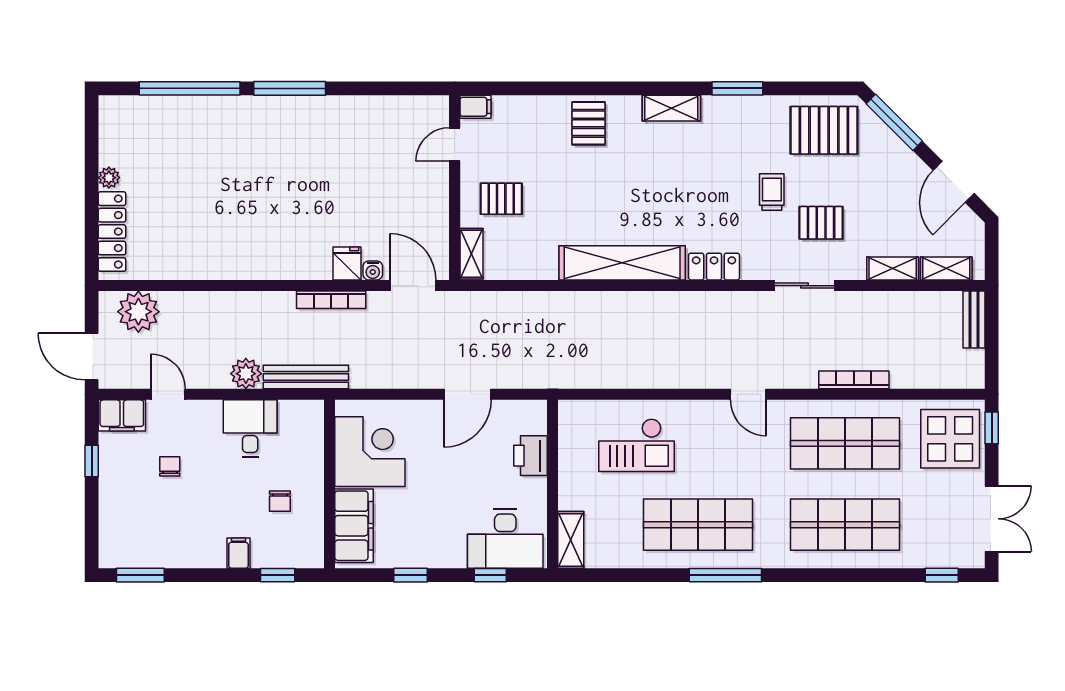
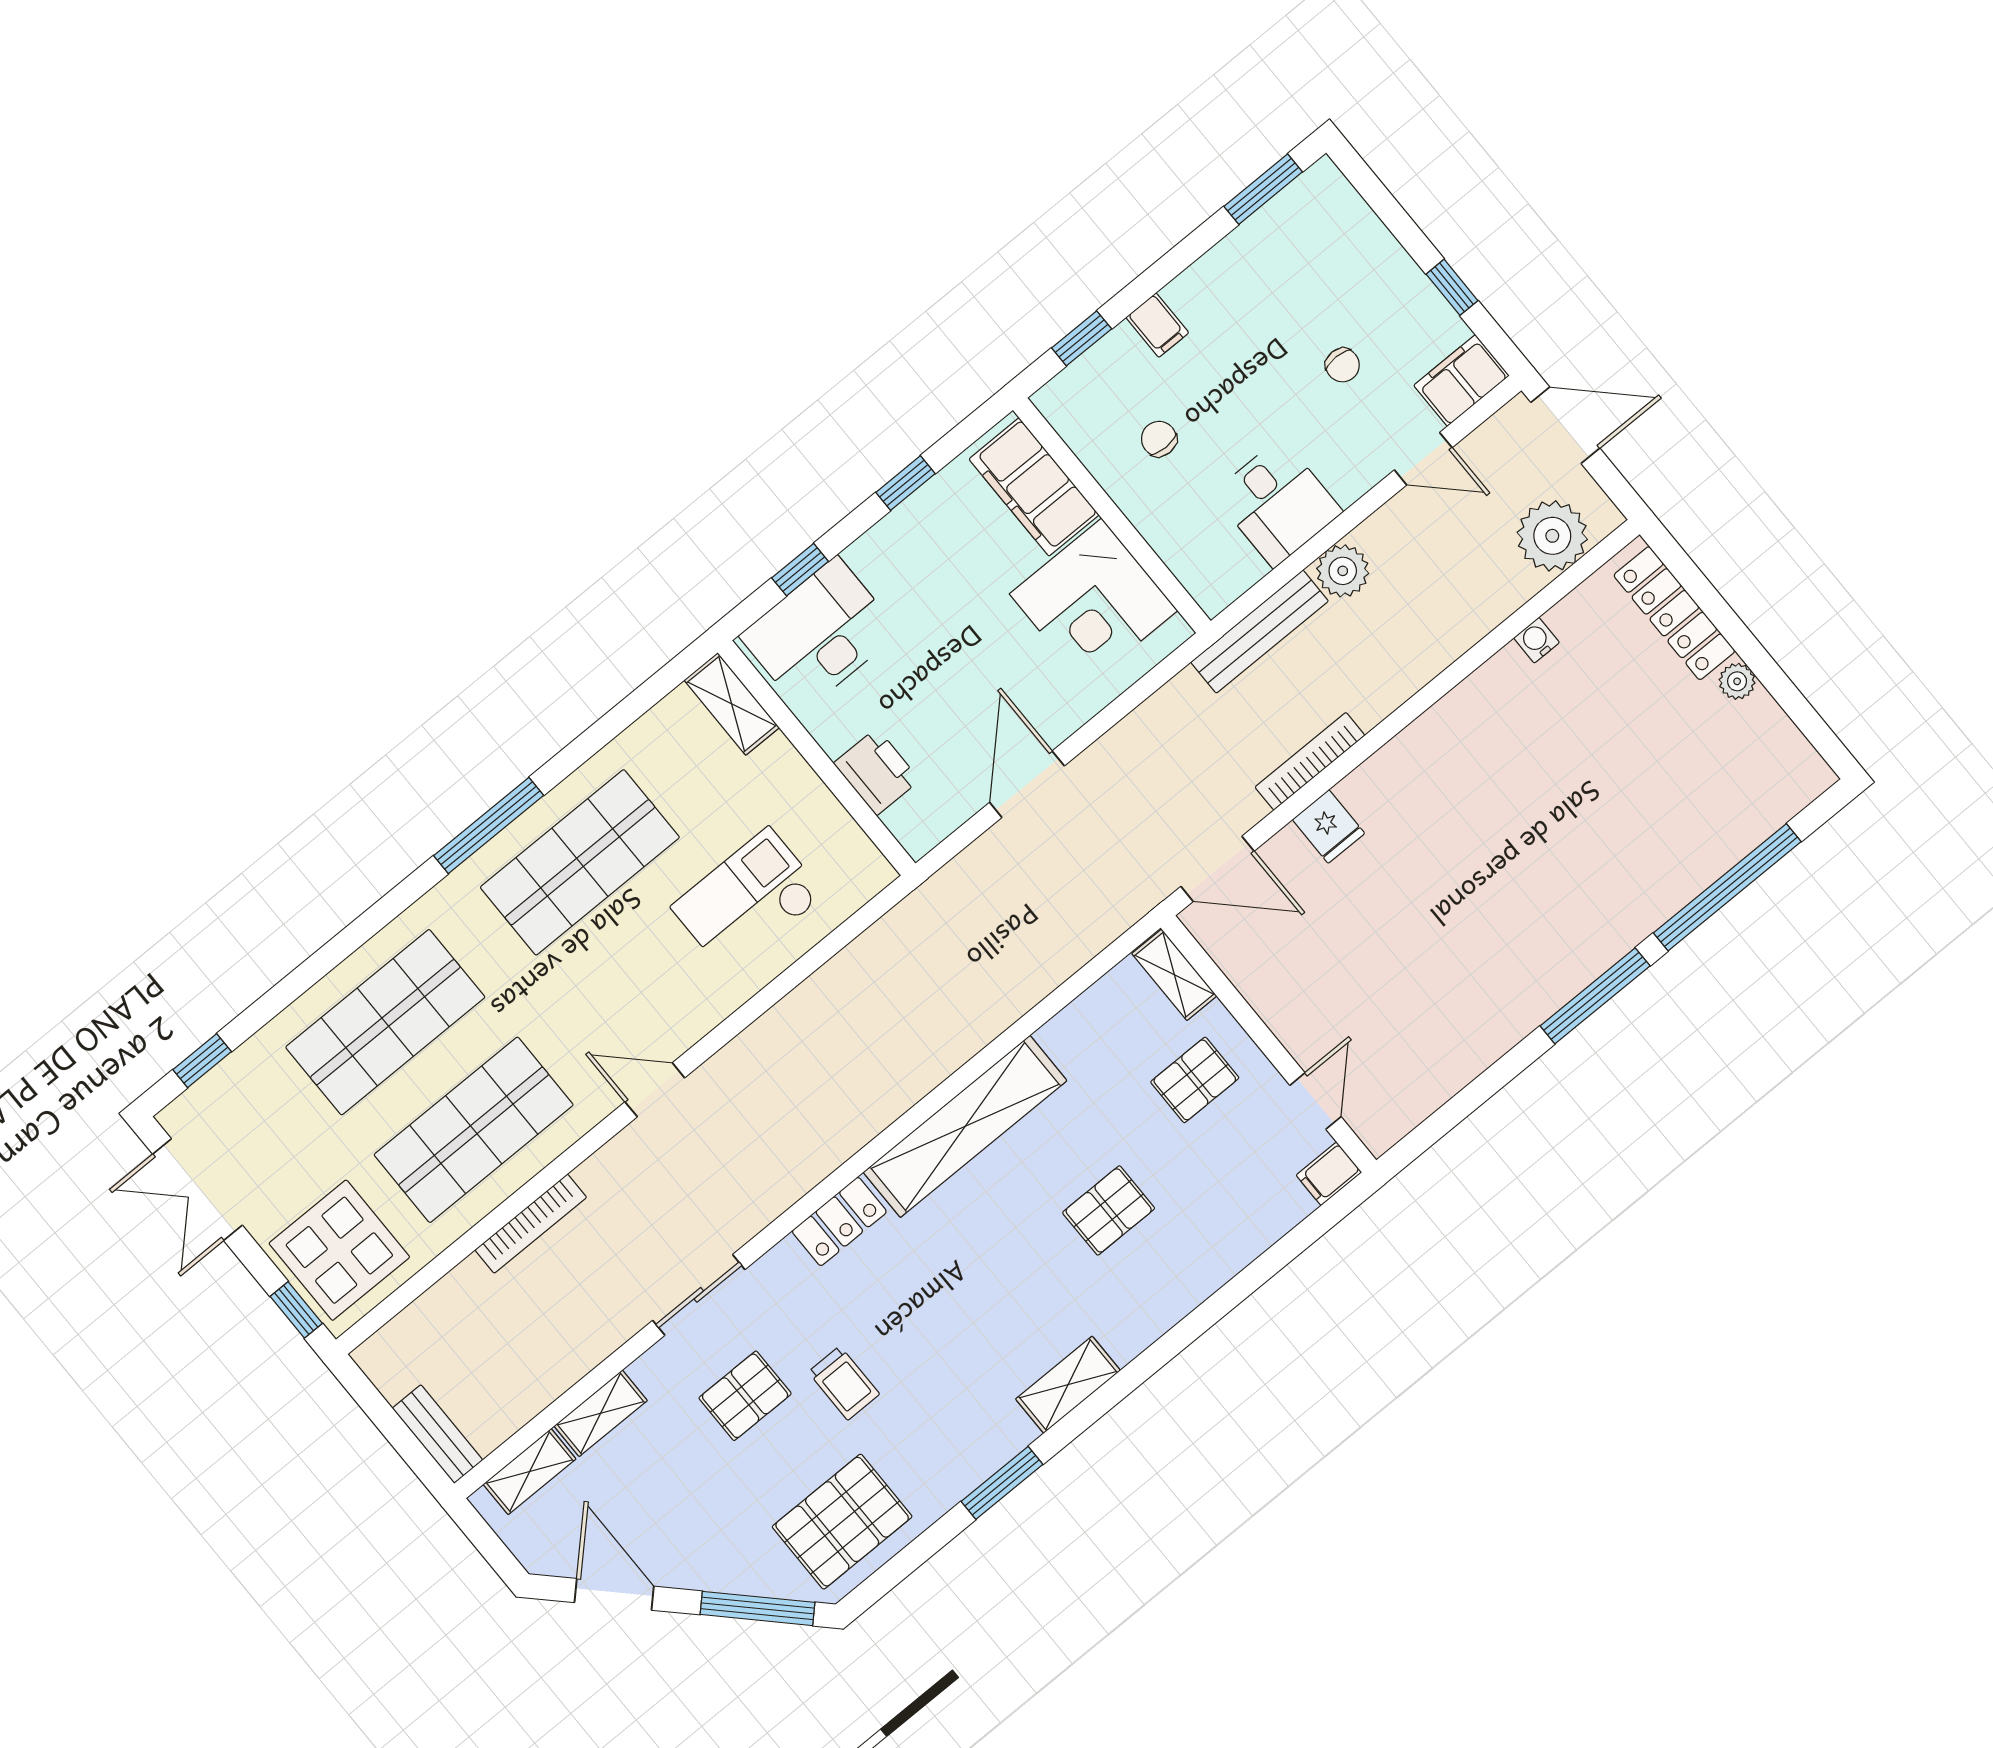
pallet: (589, 123) -> (1109, 1210), moved, turned 90
water cooler: (373, 270) -> (1536, 640), moved

